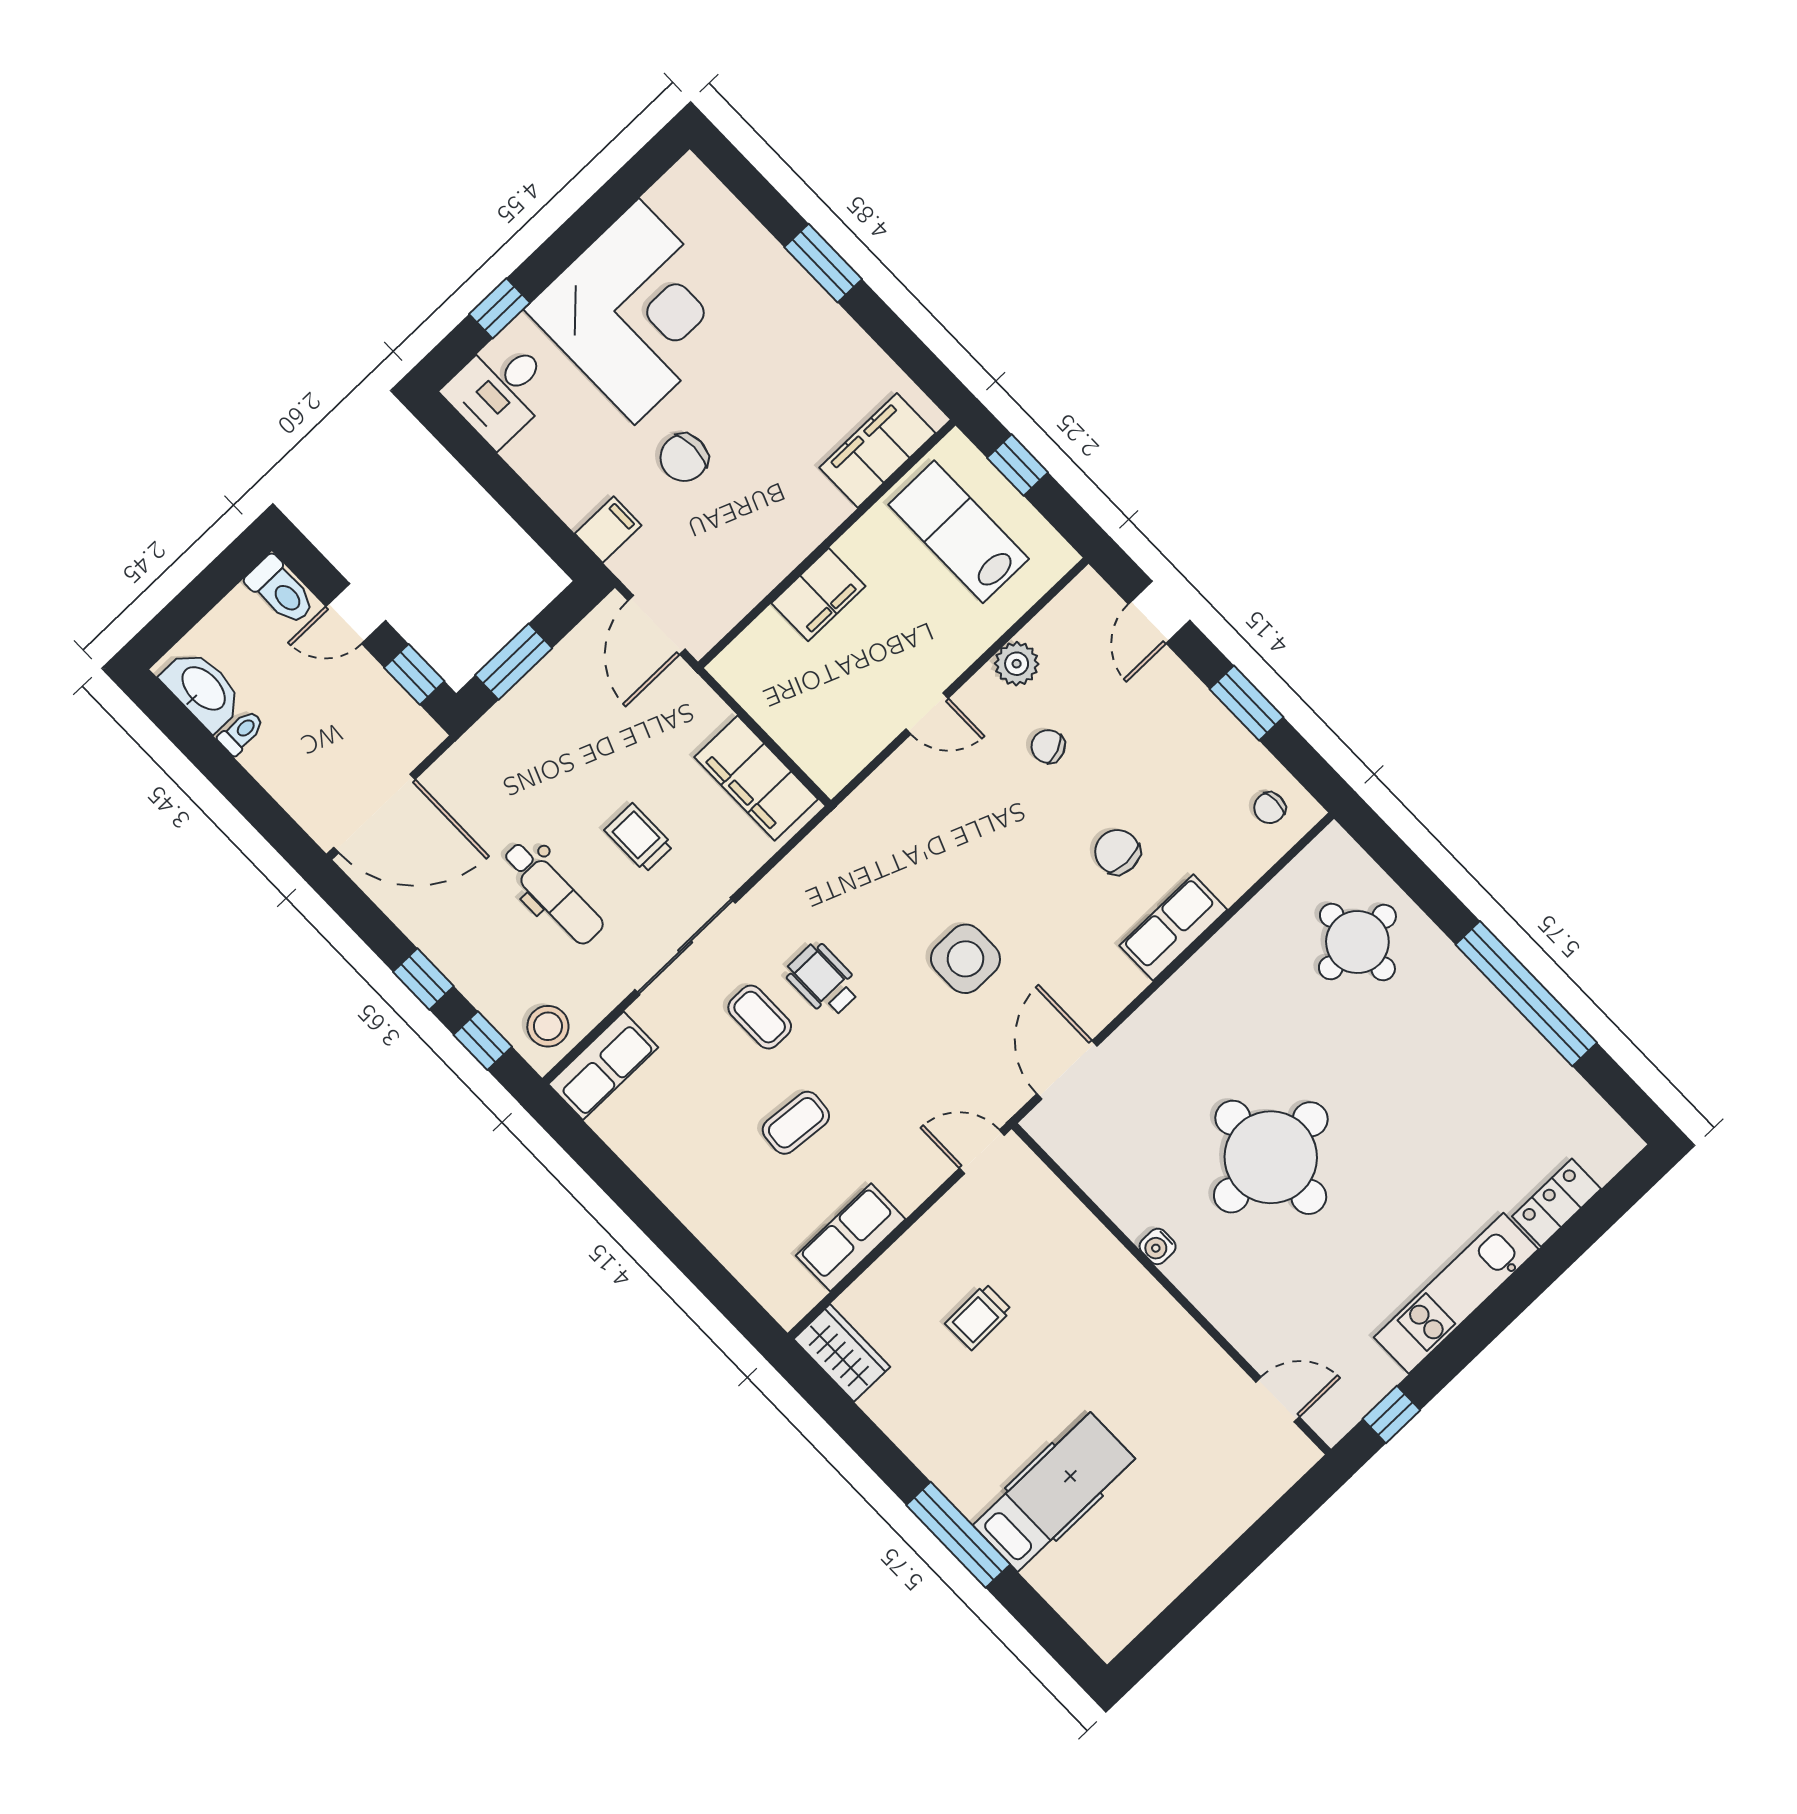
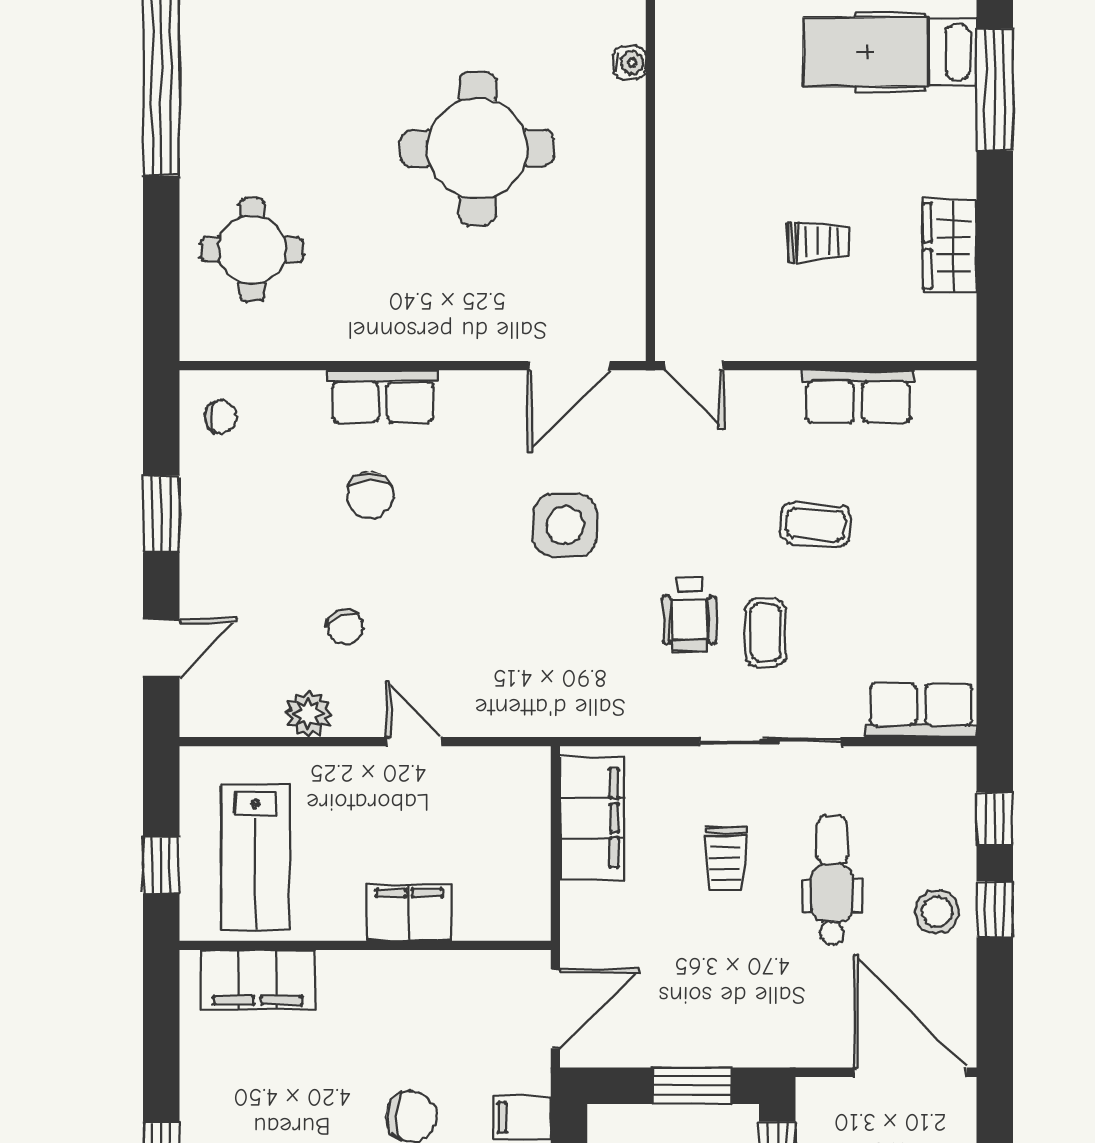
stool: (548, 1026) -> (937, 912), moved
water cooler: (1158, 1246) -> (630, 62), moved
wardrobe: (842, 1353) -> (950, 246), moved

